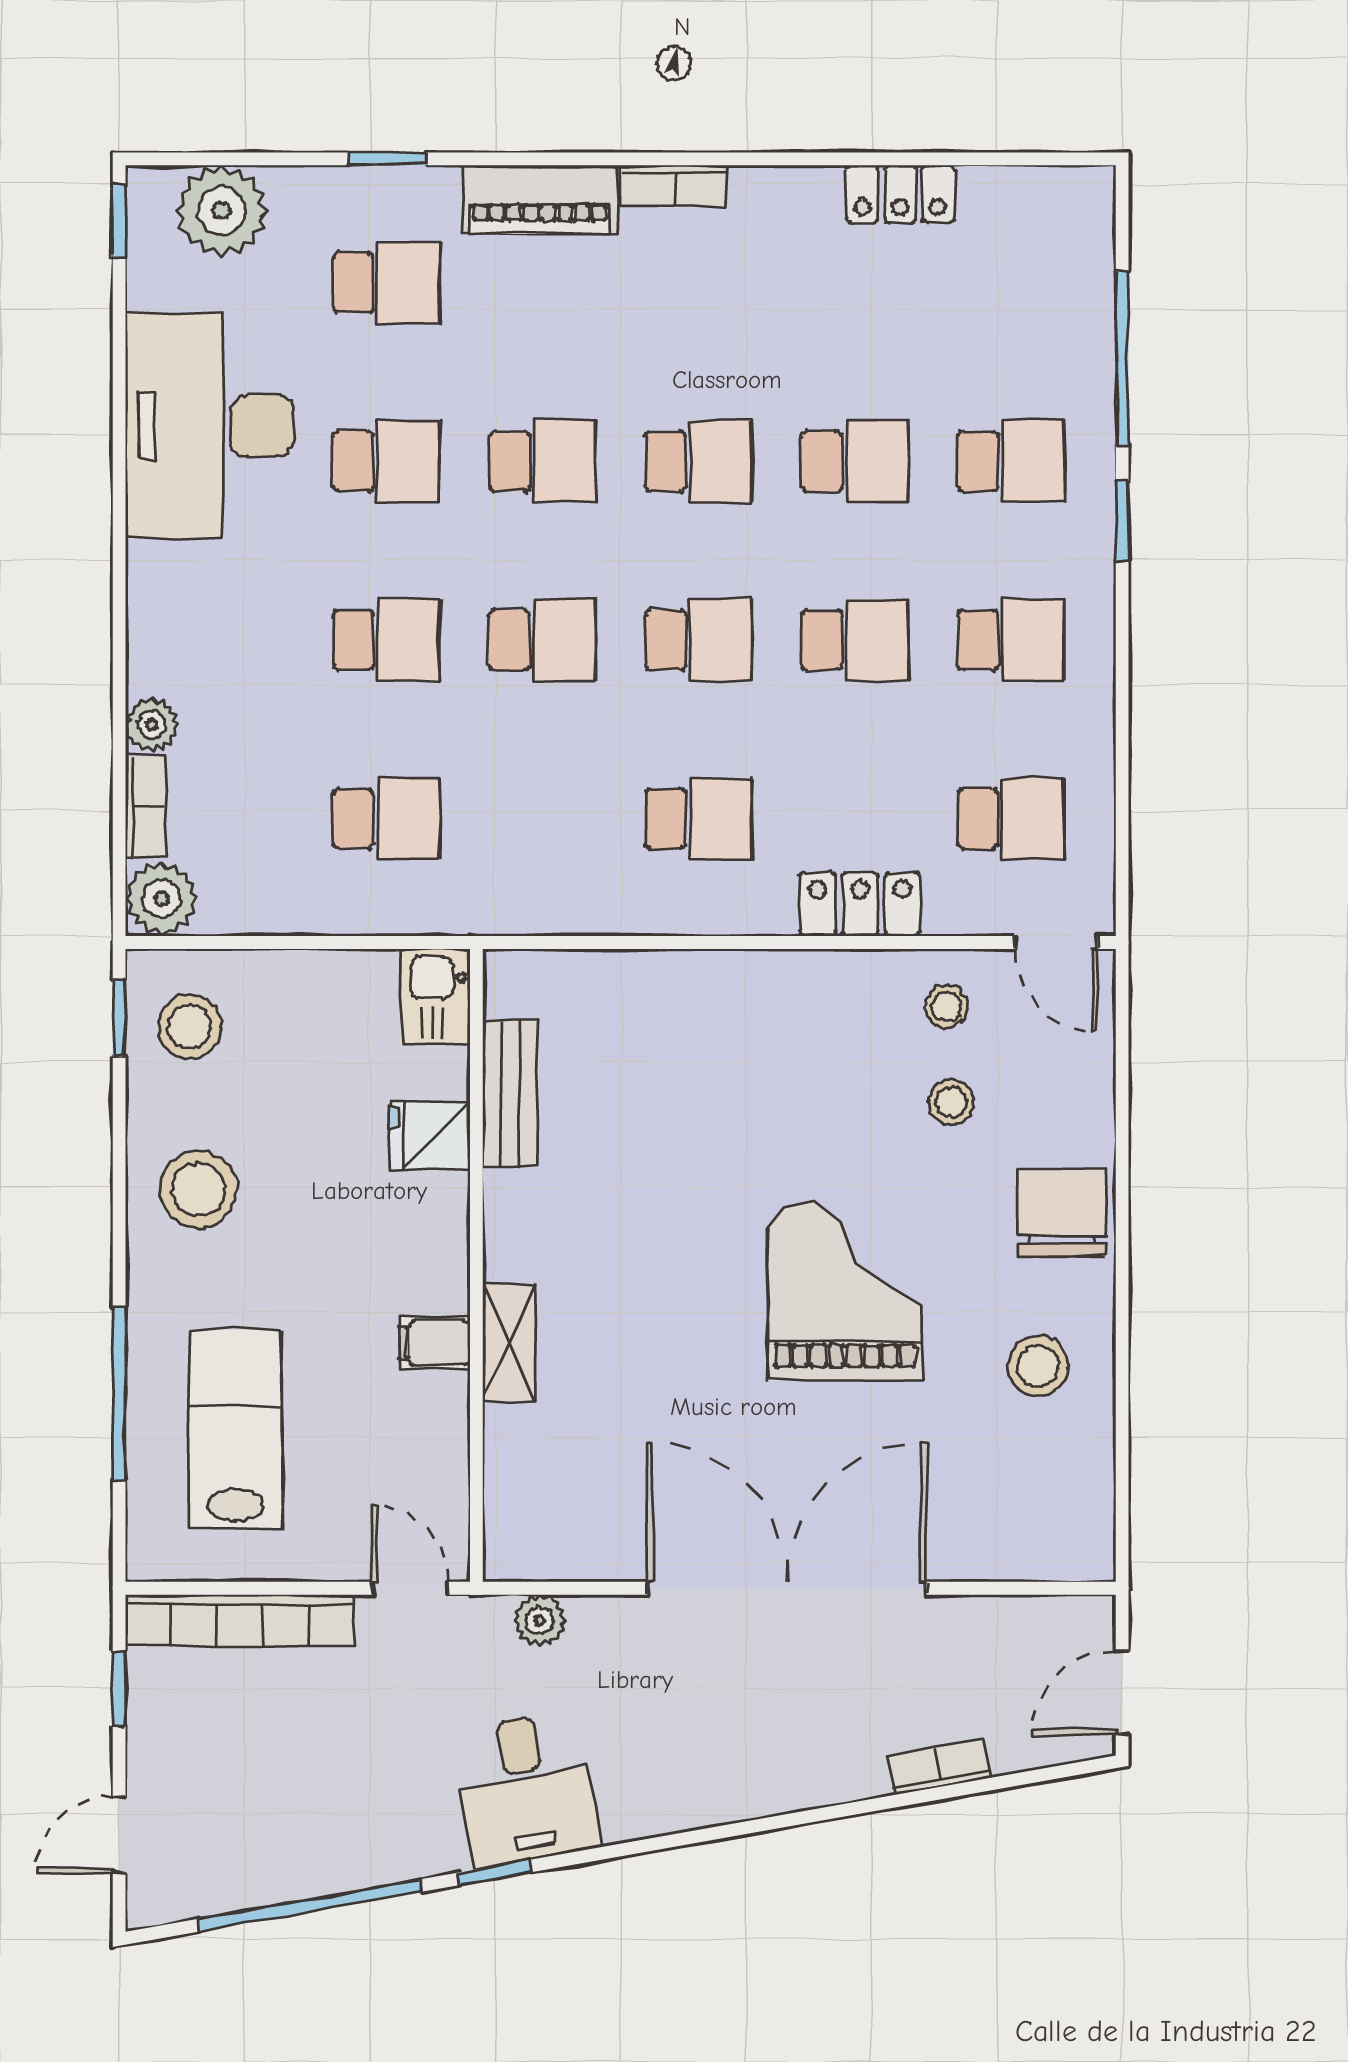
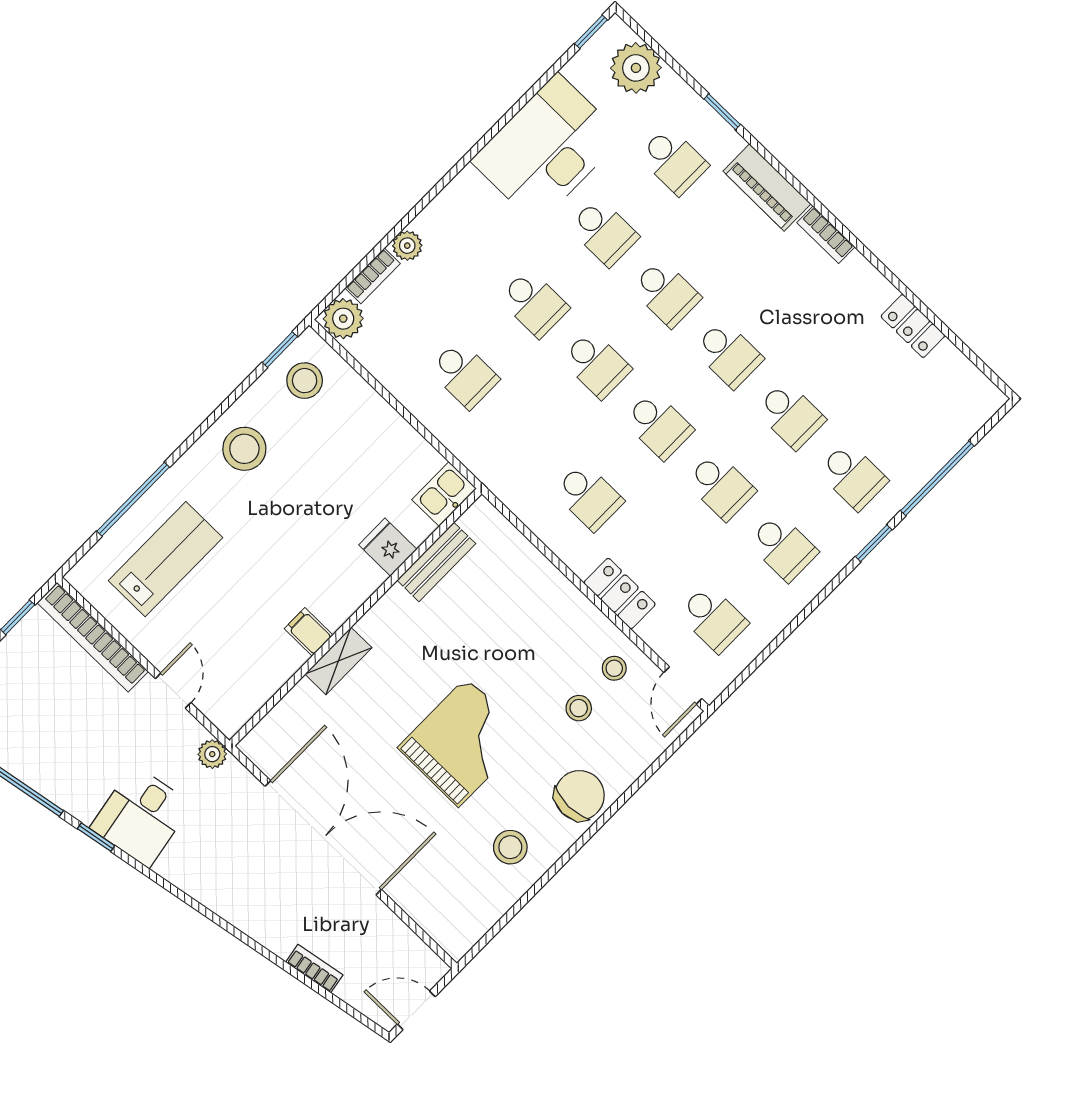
kitchen sink: (435, 997) -> (444, 494), moved
bench: (510, 1093) -> (436, 562), moved
fridge: (430, 1135) -> (388, 547), moved
wall: (476, 1265) -> (356, 617), moved
filing cabinet: (435, 1343) -> (309, 632), moved
shelving: (509, 1343) -> (338, 661), moved

